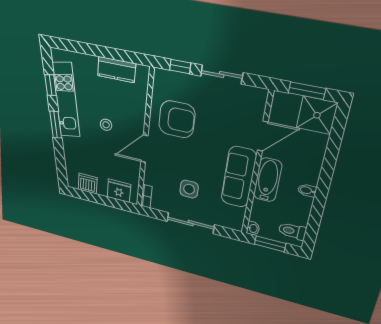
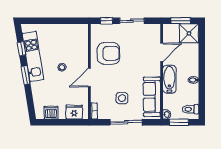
kitchen counter: (117, 70) -> (67, 30), removed
sofa: (239, 177) -> (152, 97), moved

